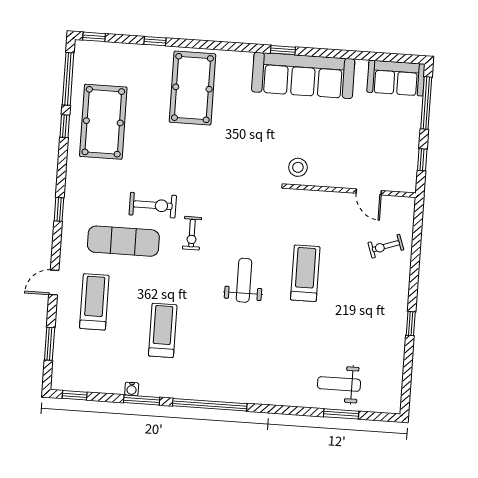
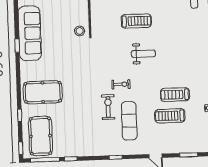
pool table: (103, 122) -> (40, 136), moved, turned 90
treadmill: (305, 273) -> (136, 21), turned 180
weight bench: (244, 280) -> (143, 54), turned 180
treadmill: (94, 302) -> (170, 116), moved

